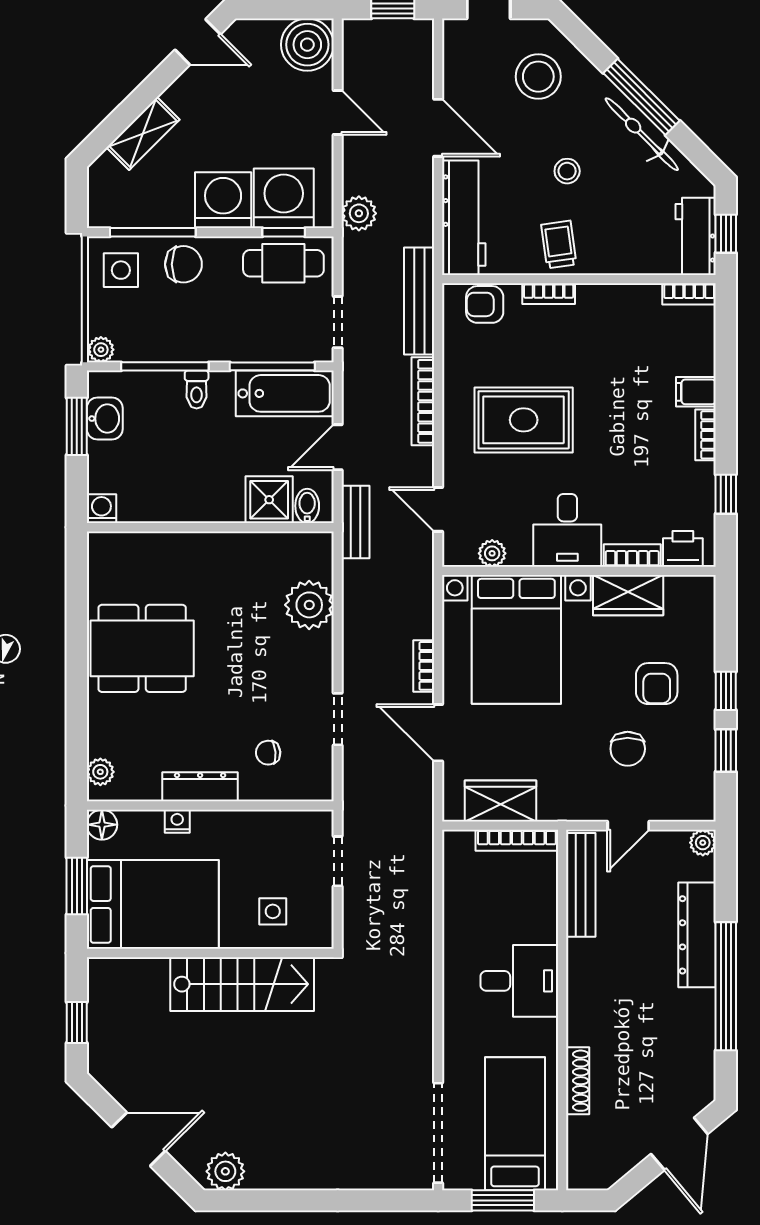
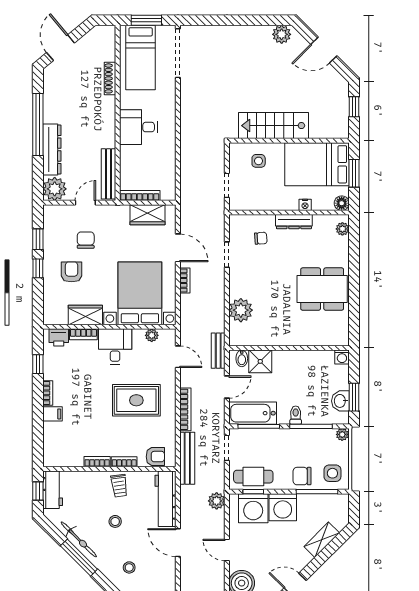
stool: (538, 77) -> (129, 567), width x0.53, depth x0.53
bookcase: (689, 294) -> (97, 462), moved
plant: (703, 843) -> (55, 189), width x1.87, depth x1.87

